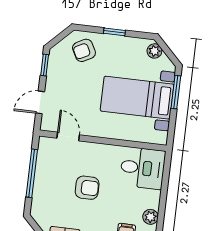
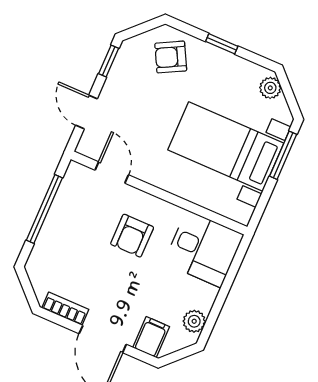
door: (40, 102) -> (86, 112), hinge flipped
armchair: (87, 188) -> (132, 236), moved, turned 90

